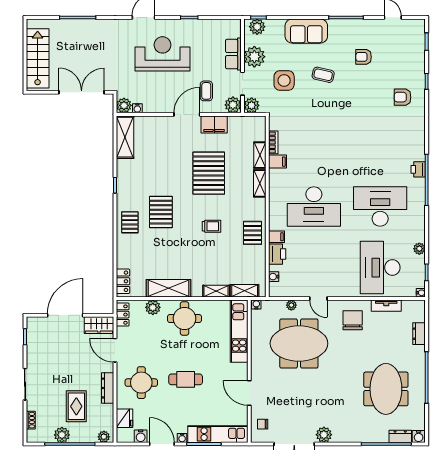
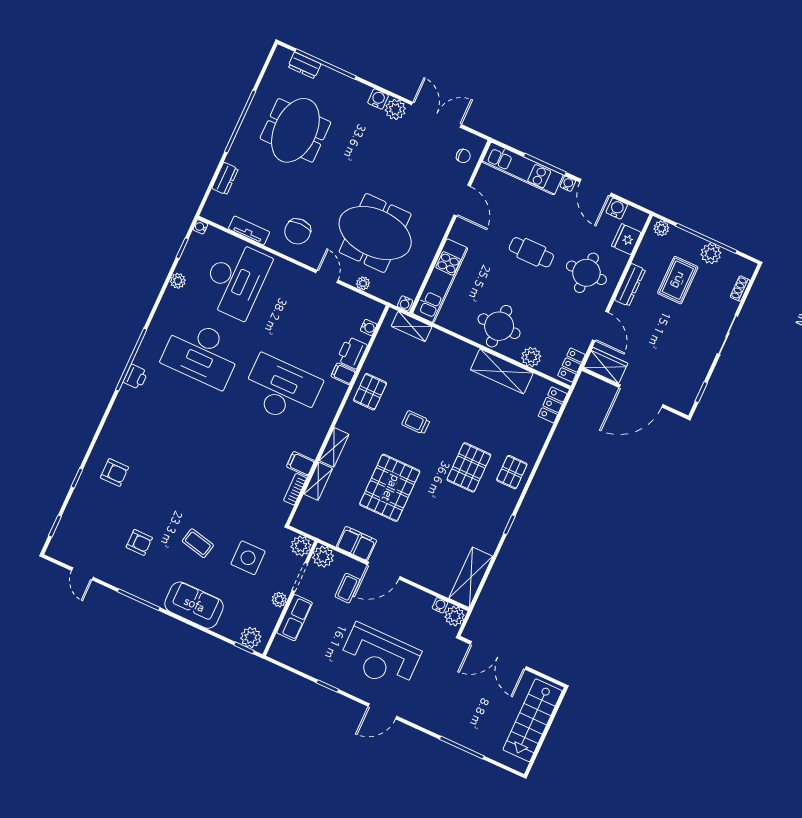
plant: (254, 57) -> (279, 600), width x0.53, depth x0.53
shelving: (216, 291) -> (446, 342), removed
water cooler: (419, 436) -> (378, 99), moved

